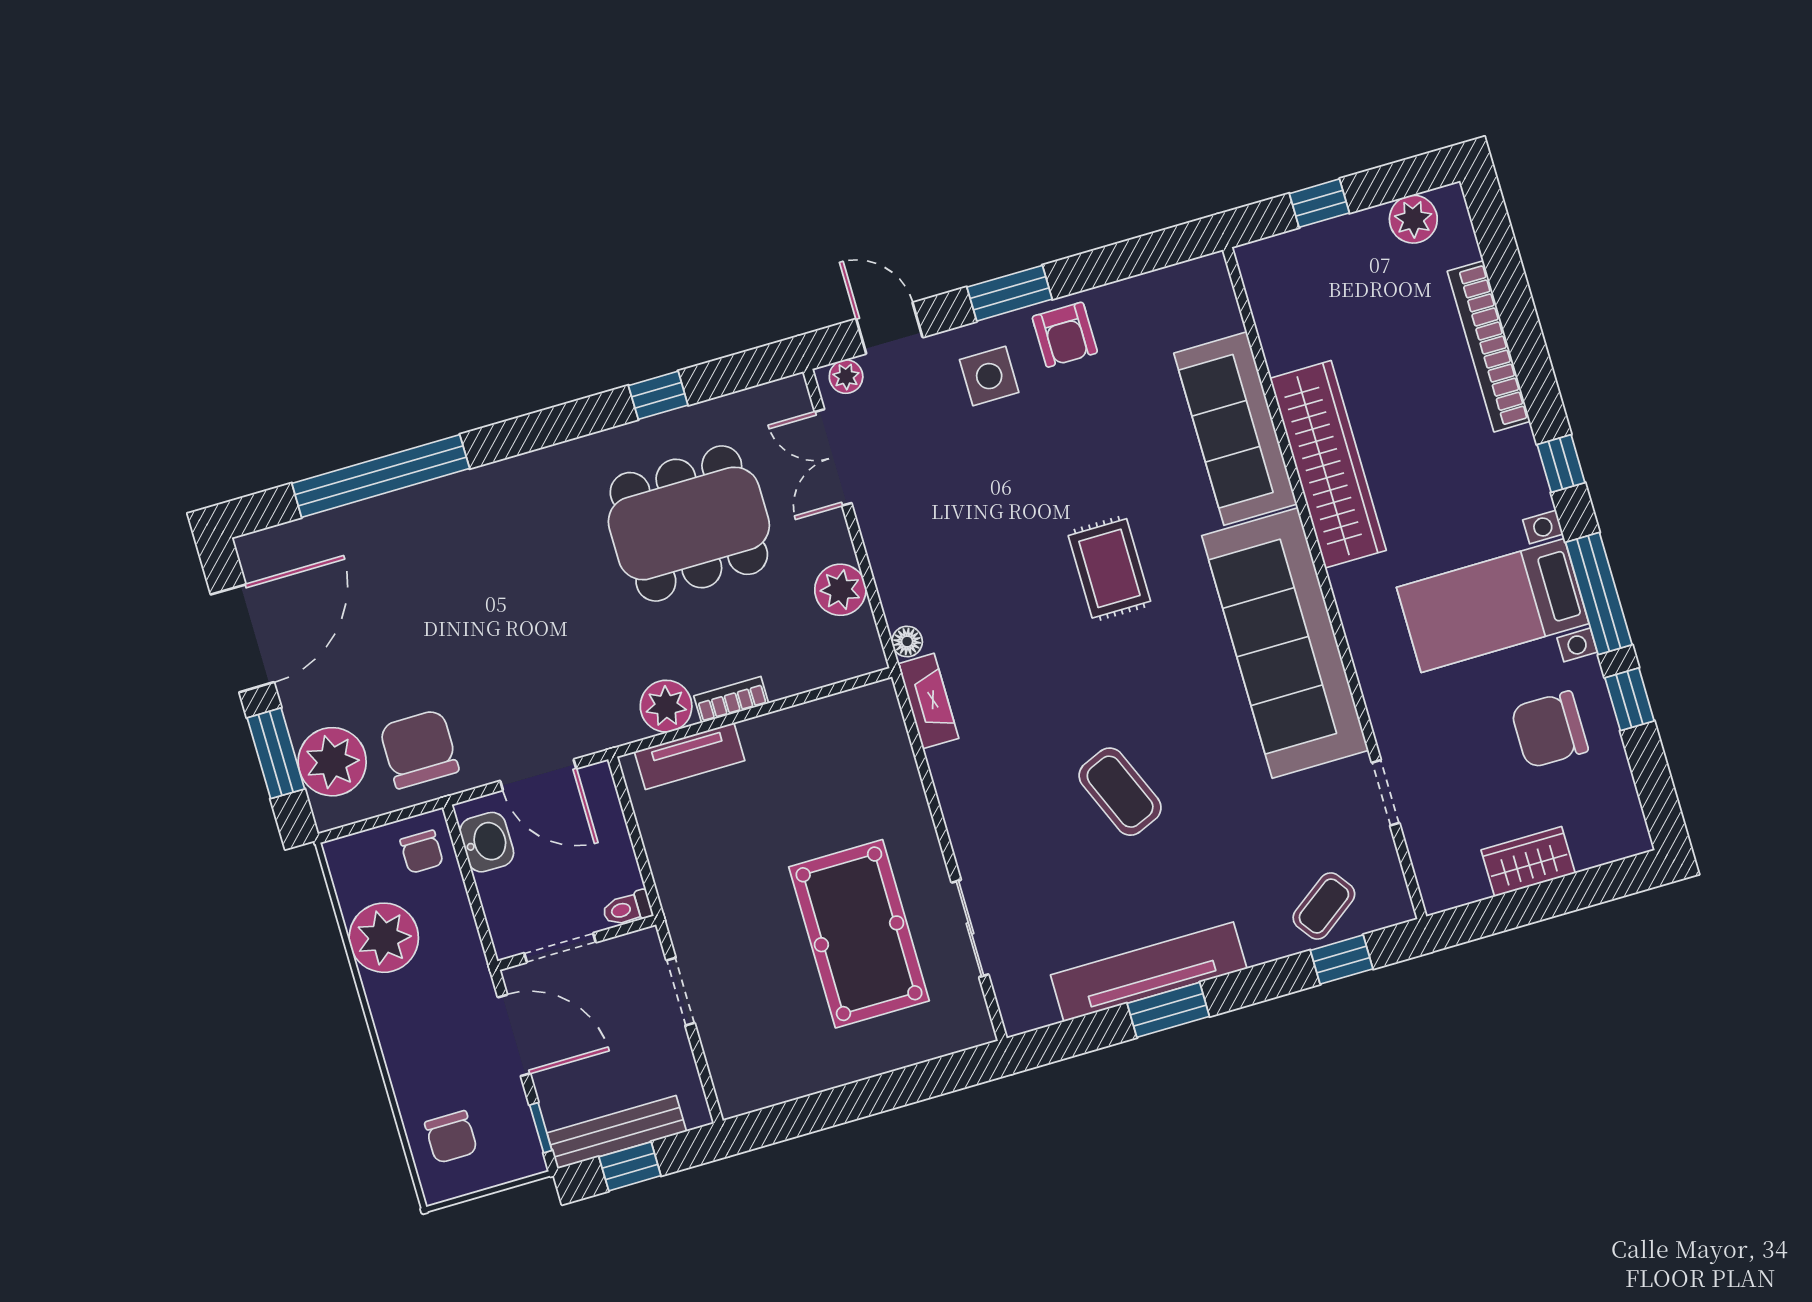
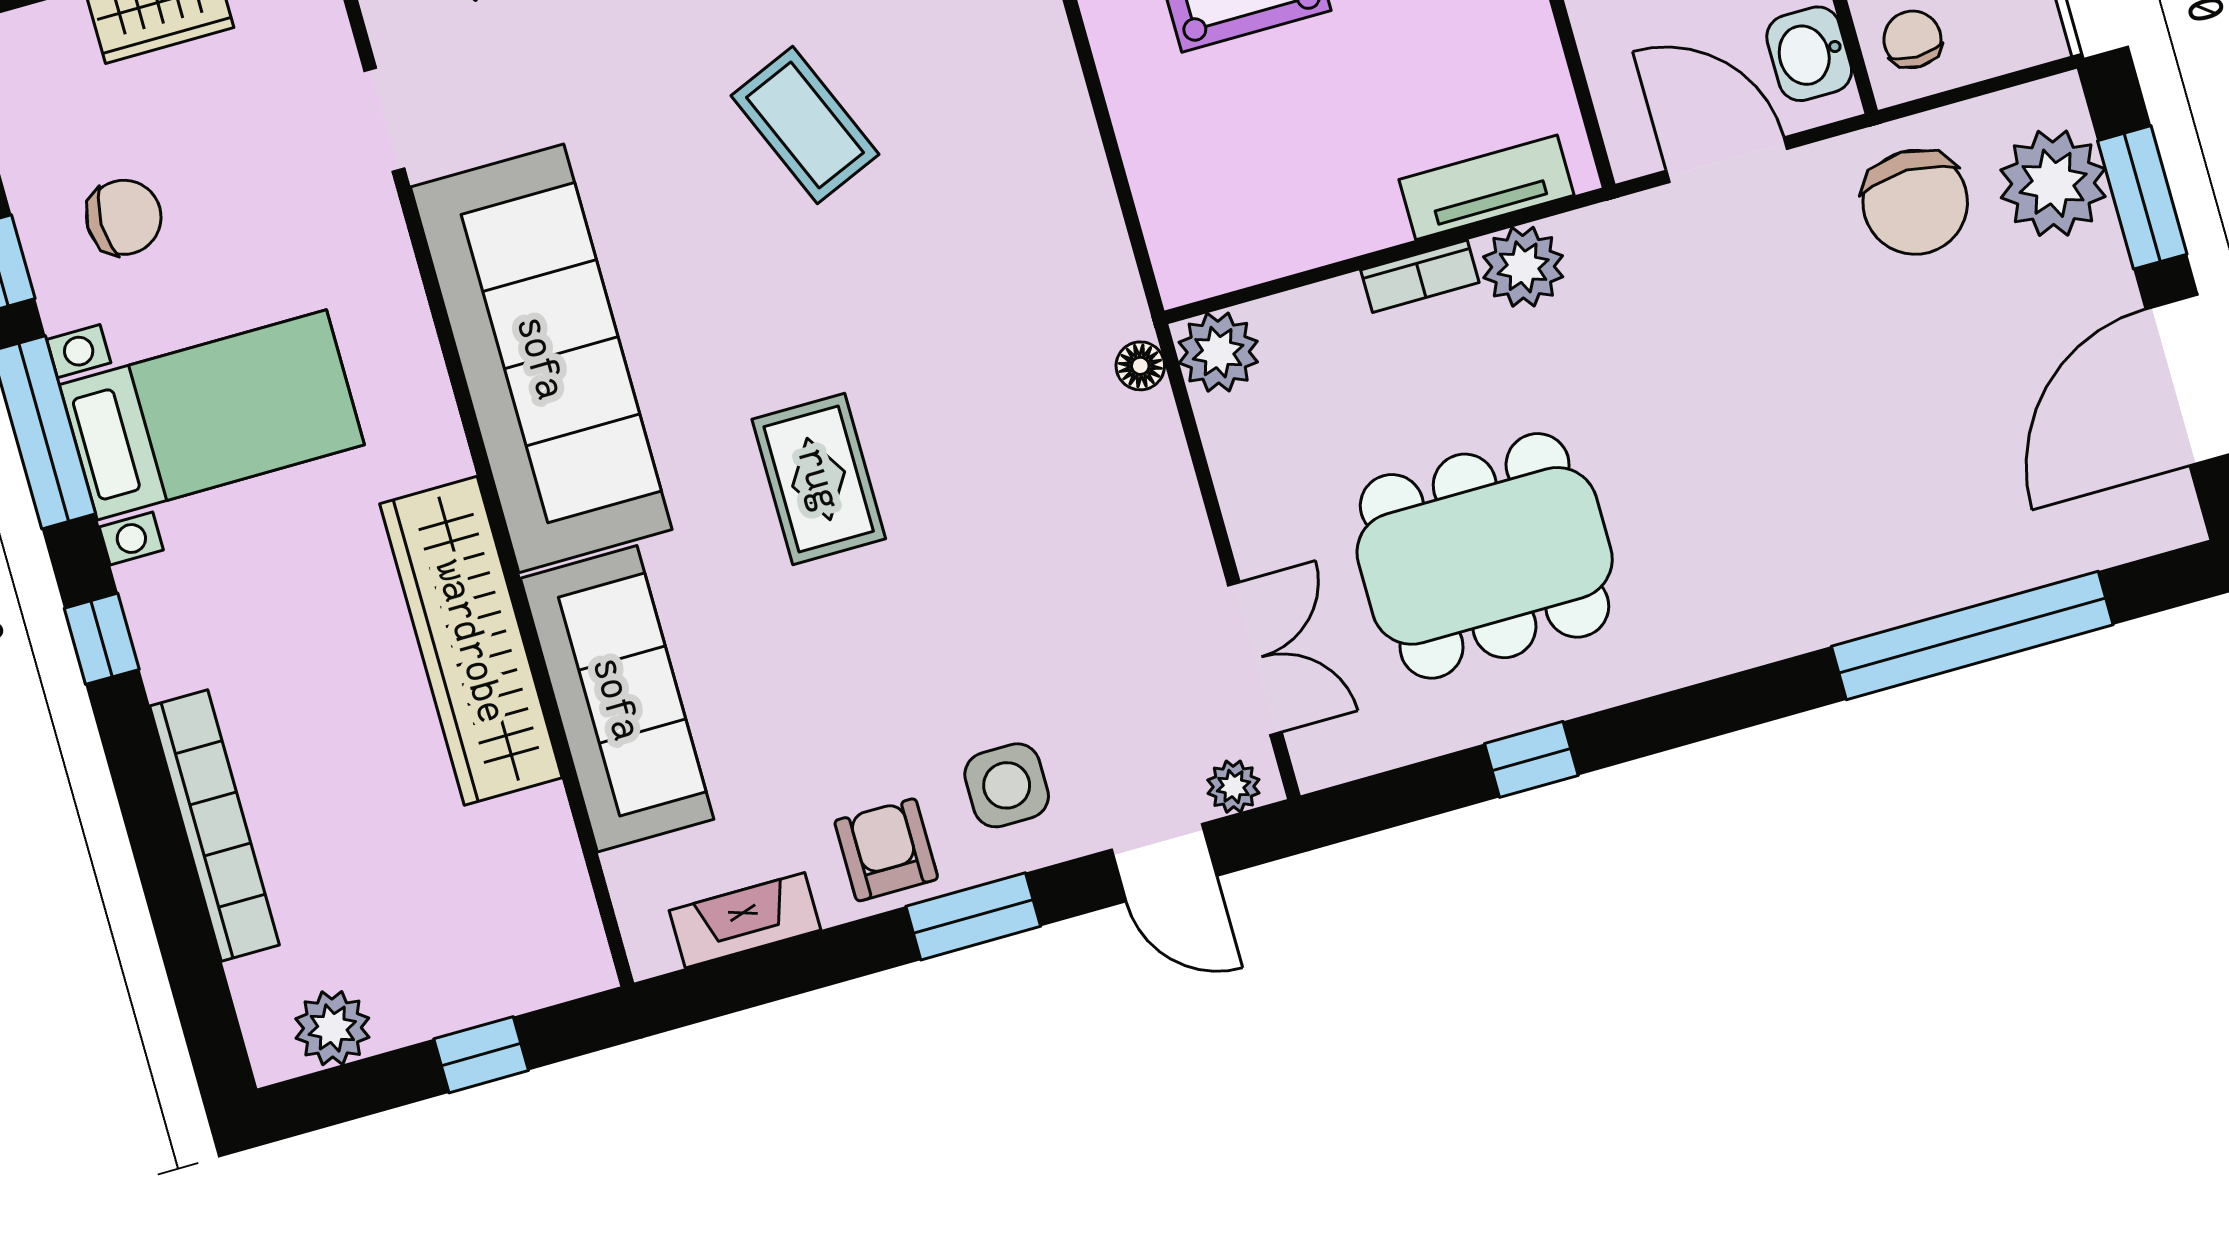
plant: (840, 590) -> (1218, 352), moved
fireplace: (928, 701) -> (745, 920), moved, turned 90
chair: (1549, 730) -> (124, 217), width x0.73, depth x0.73

